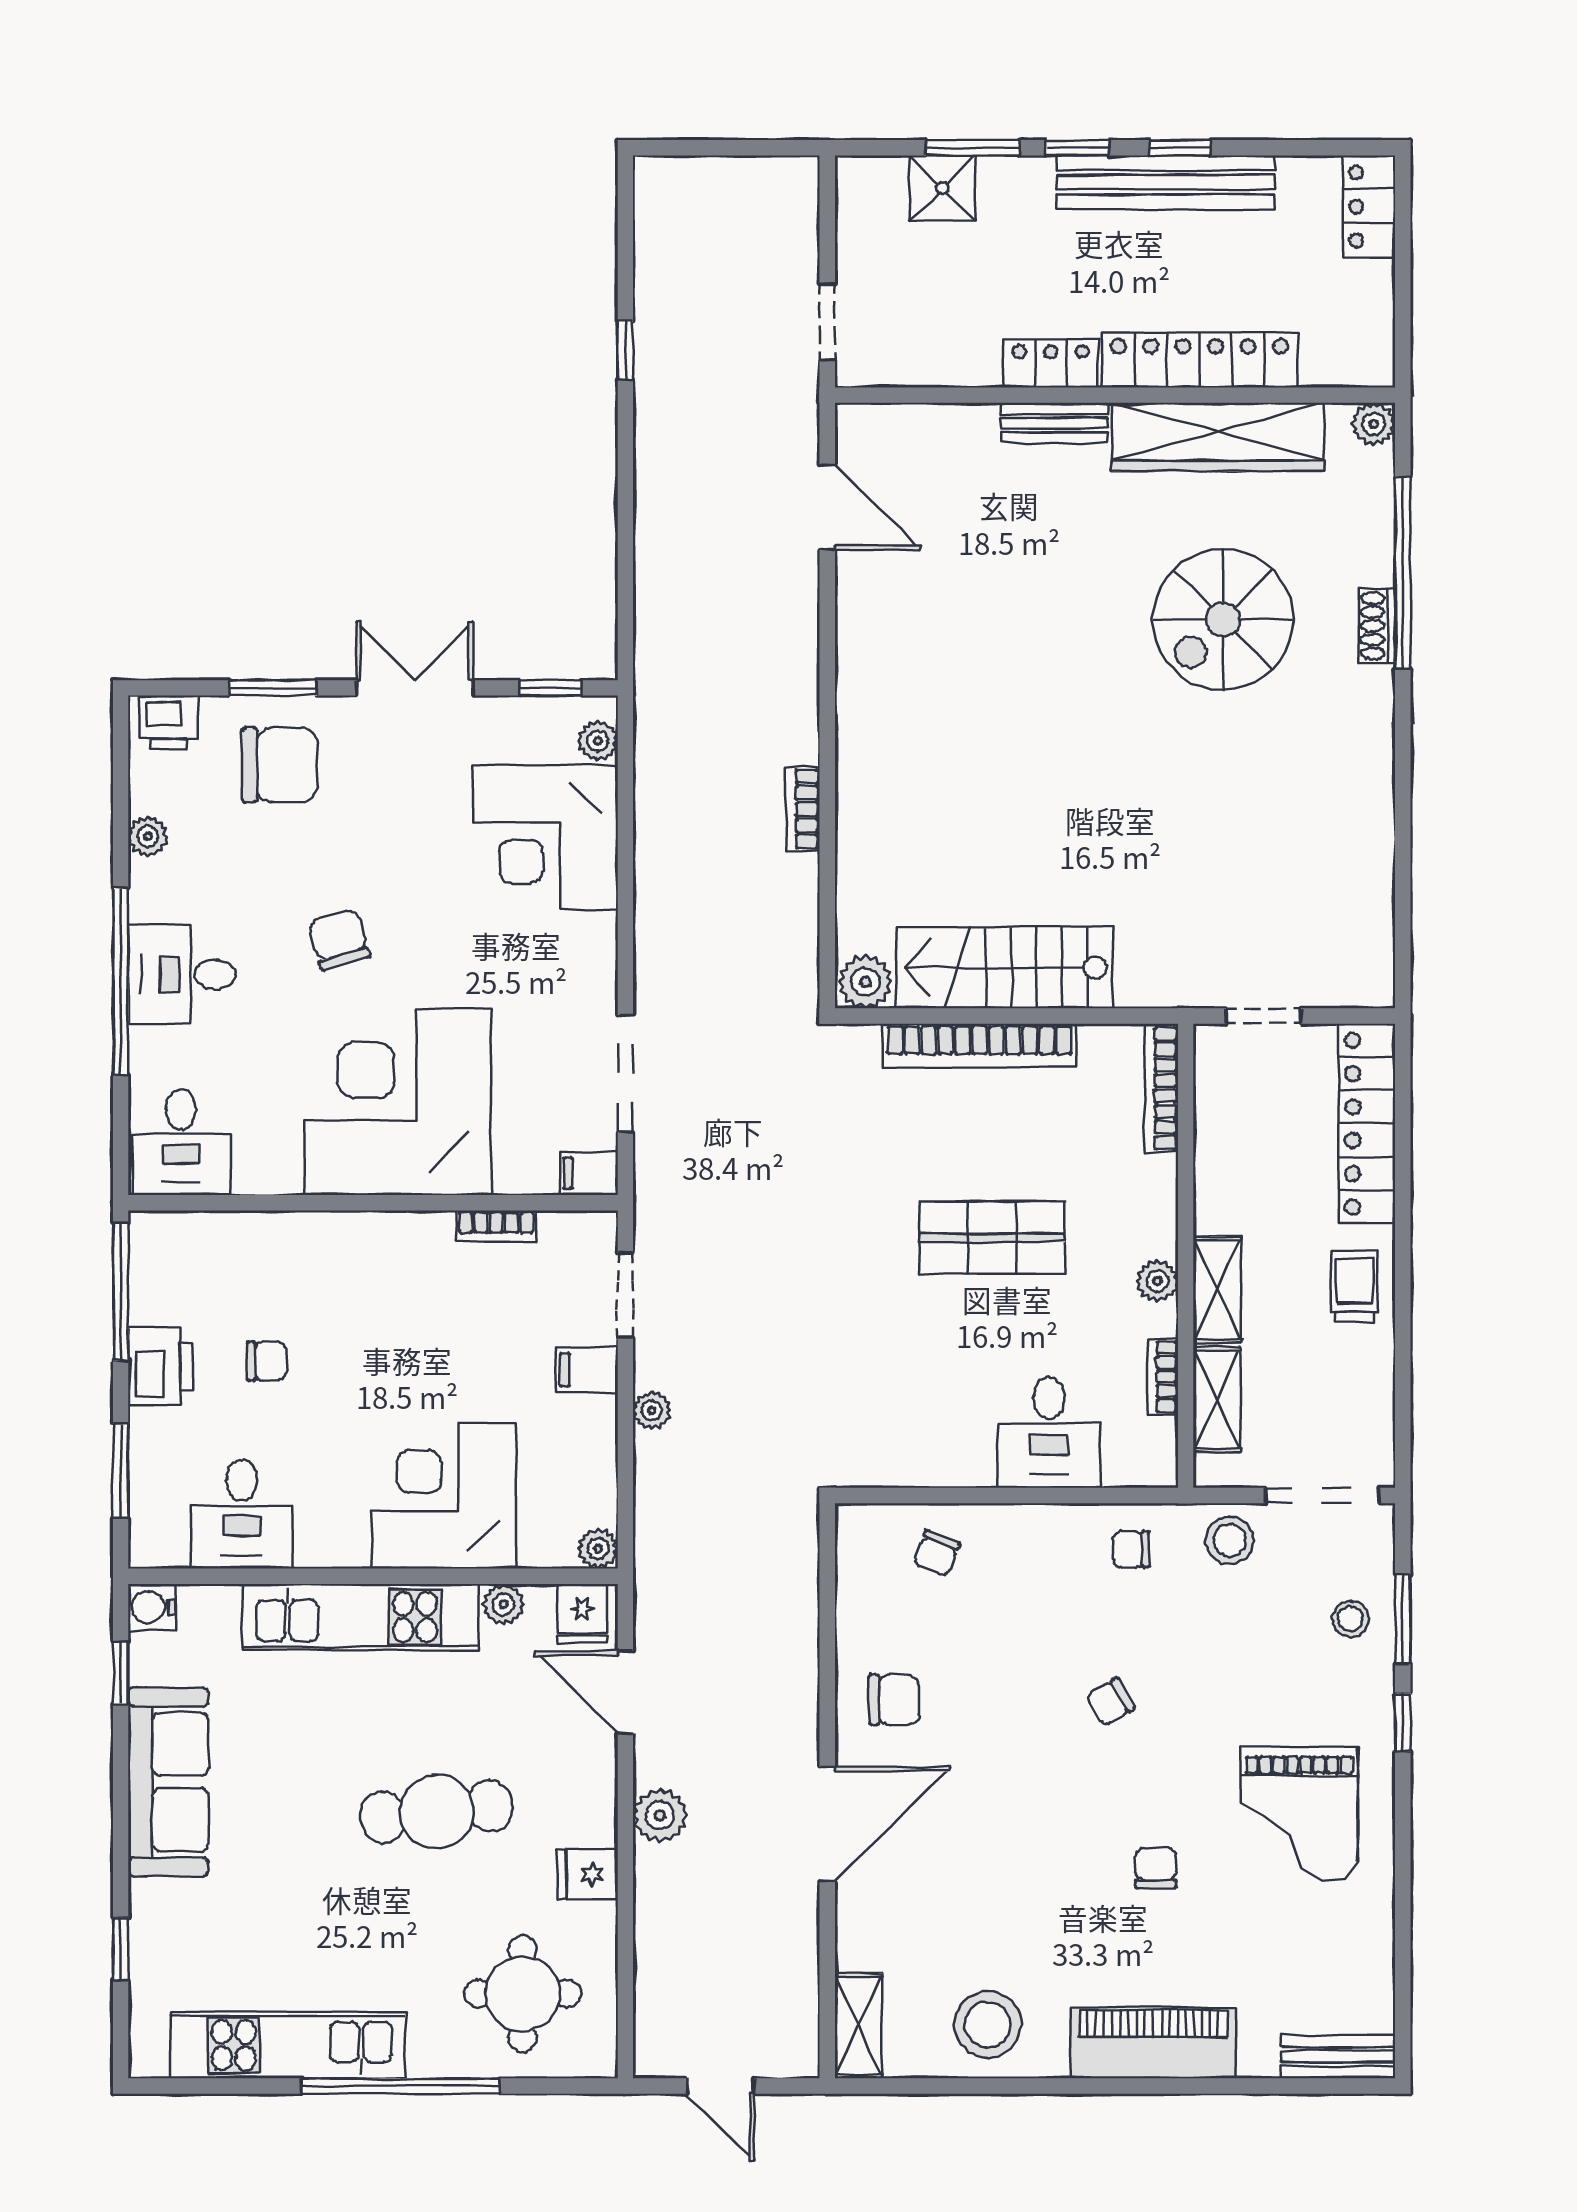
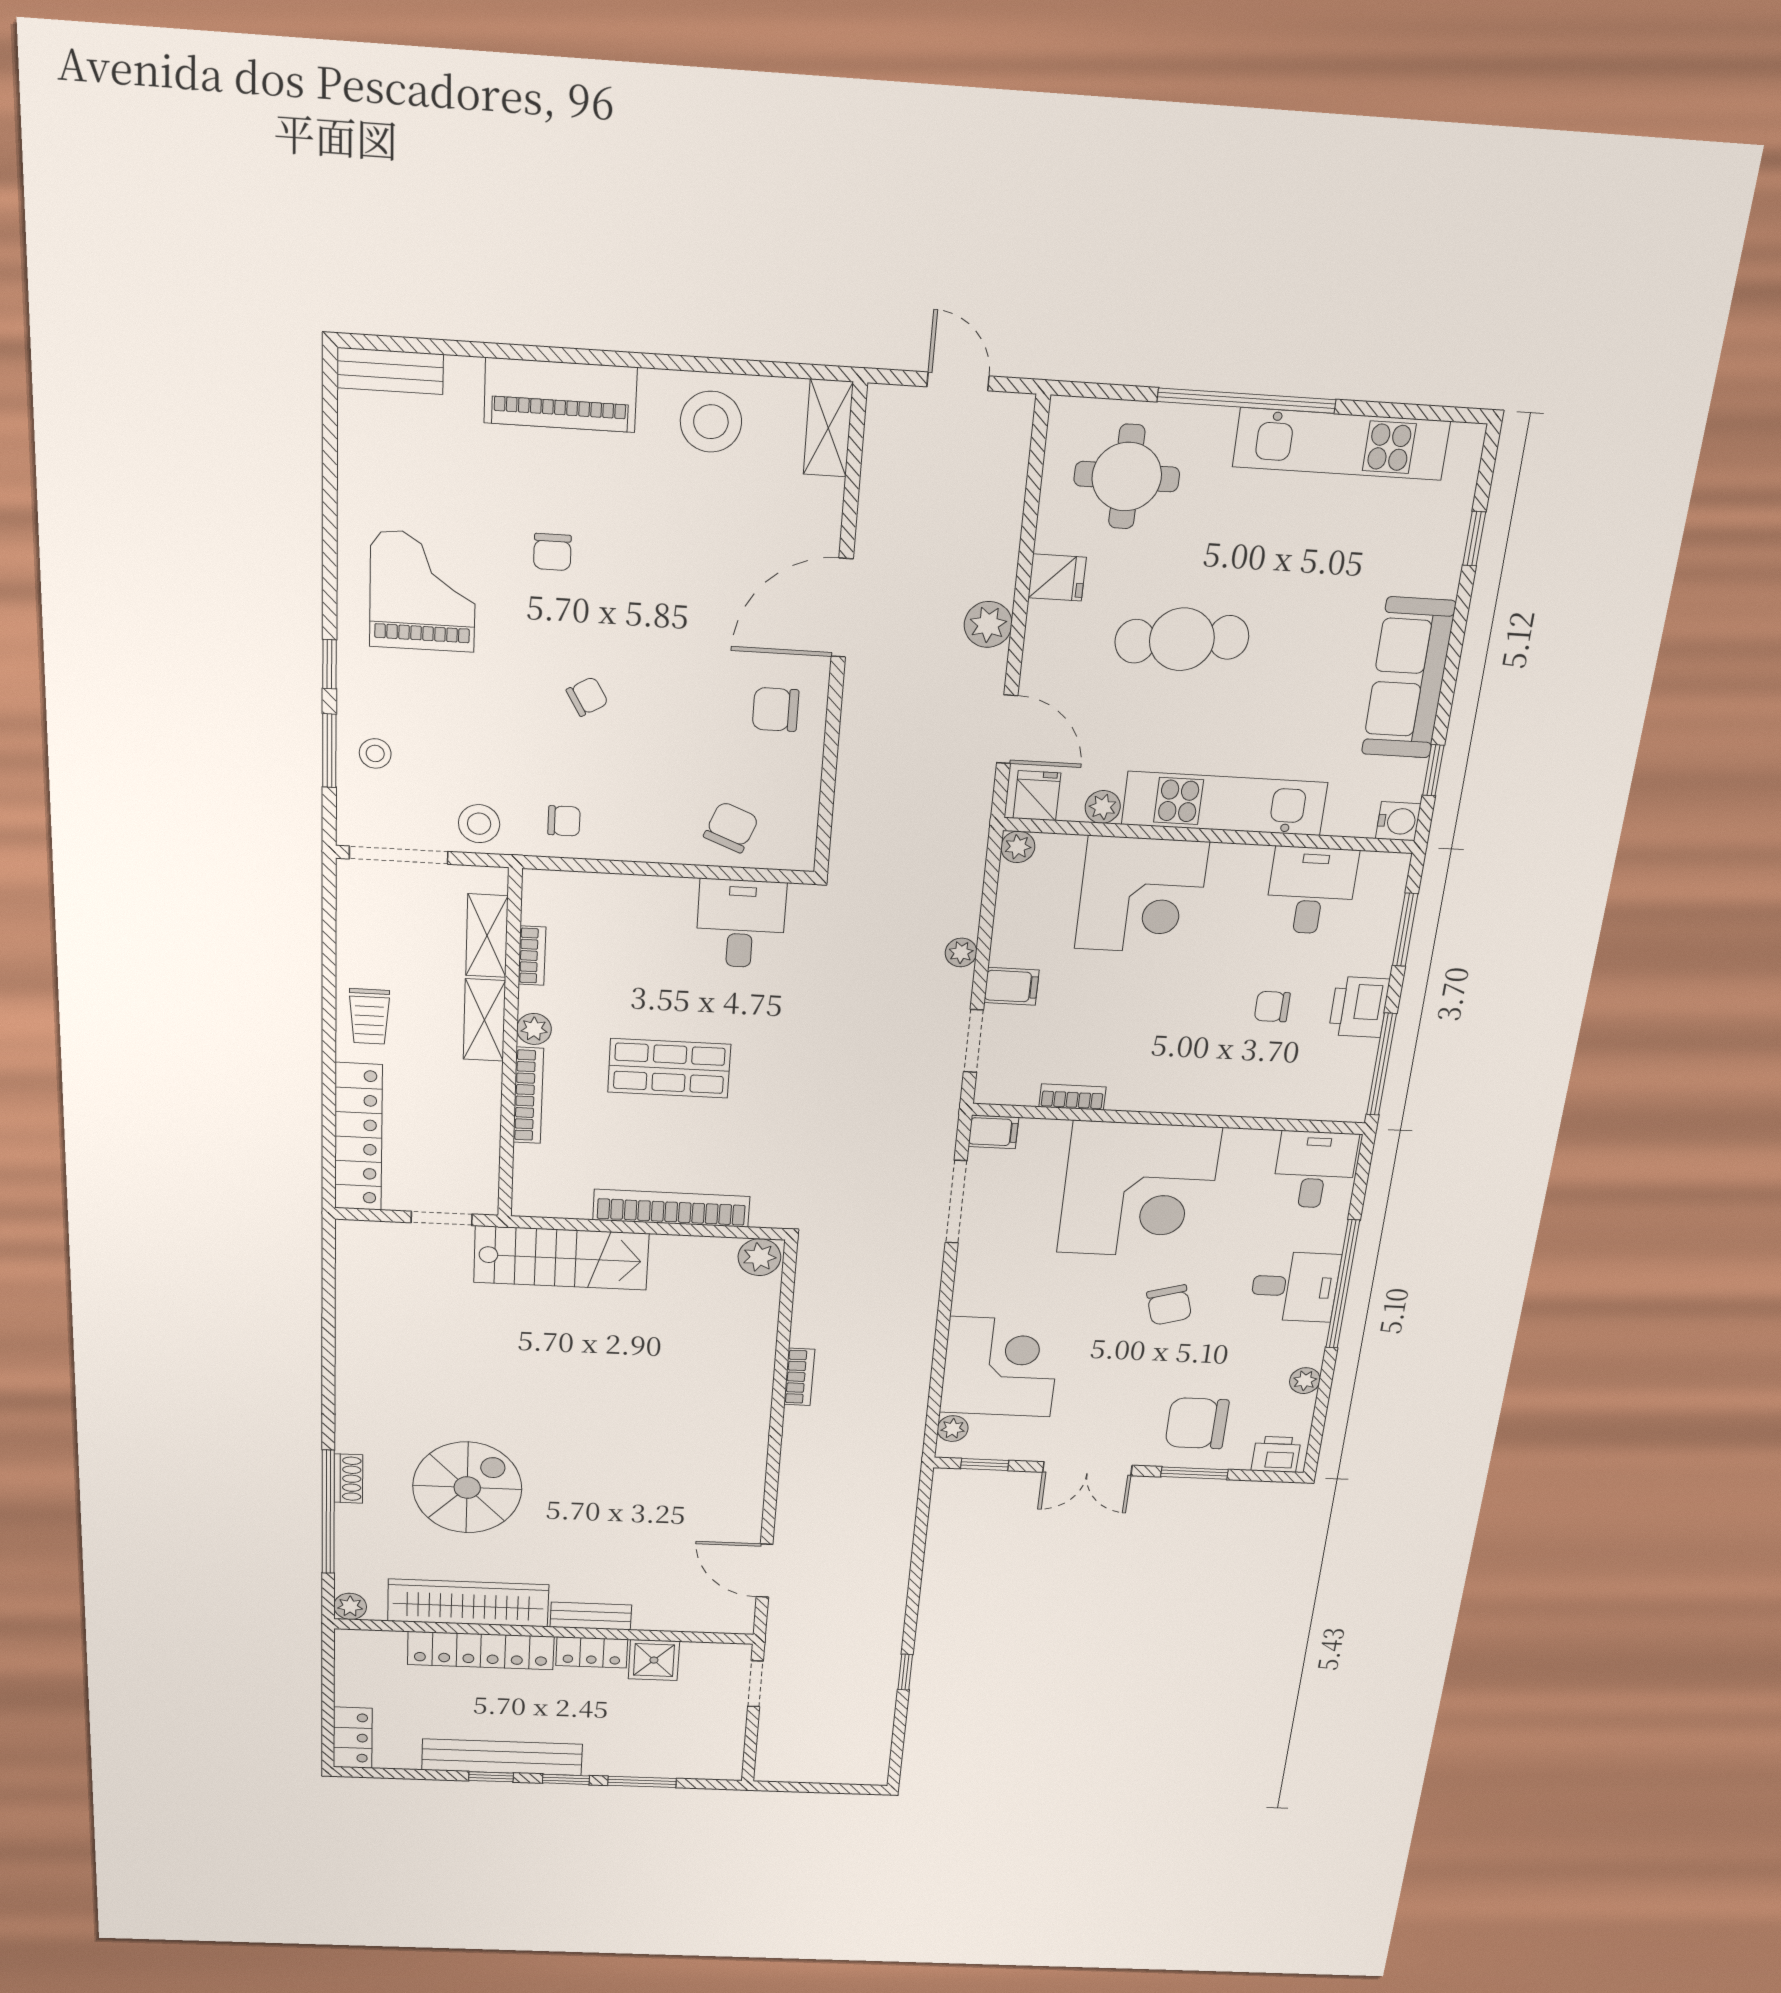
shower: (942, 188) -> (654, 1660), moved
stairs: (1004, 968) -> (561, 1258), moved
bookcase: (1162, 1088) -> (528, 1095), moved
desk: (1049, 1432) -> (741, 924), moved
chair: (936, 1553) -> (731, 827), width x1.37, depth x1.37

